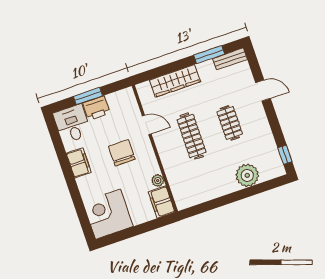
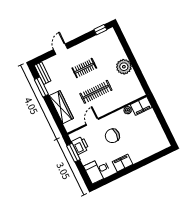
window: (88, 96) -> (73, 153), moved
printer: (96, 108) -> (80, 145), moved
plant: (247, 175) -> (124, 67), moved
corner desk: (108, 214) -> (153, 140), removed

